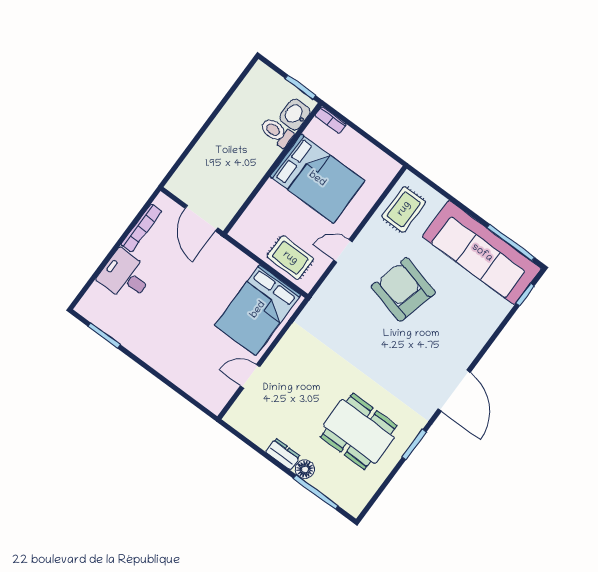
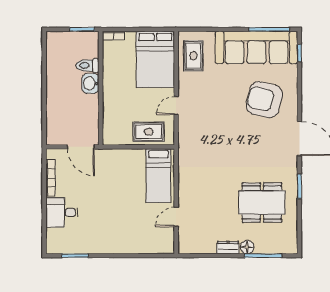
washbasin: (295, 115) -> (91, 83), moved
bed: (317, 179) -> (155, 59), moved, turned 90
armchair: (403, 290) -> (264, 100), moved
bed: (258, 310) -> (158, 176), width x0.67

